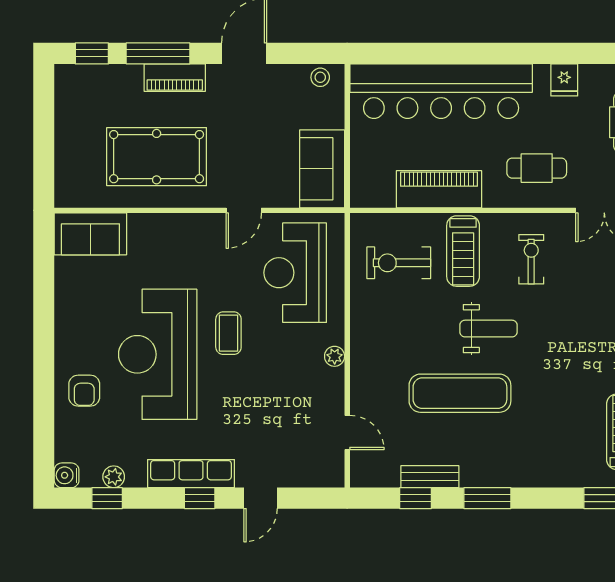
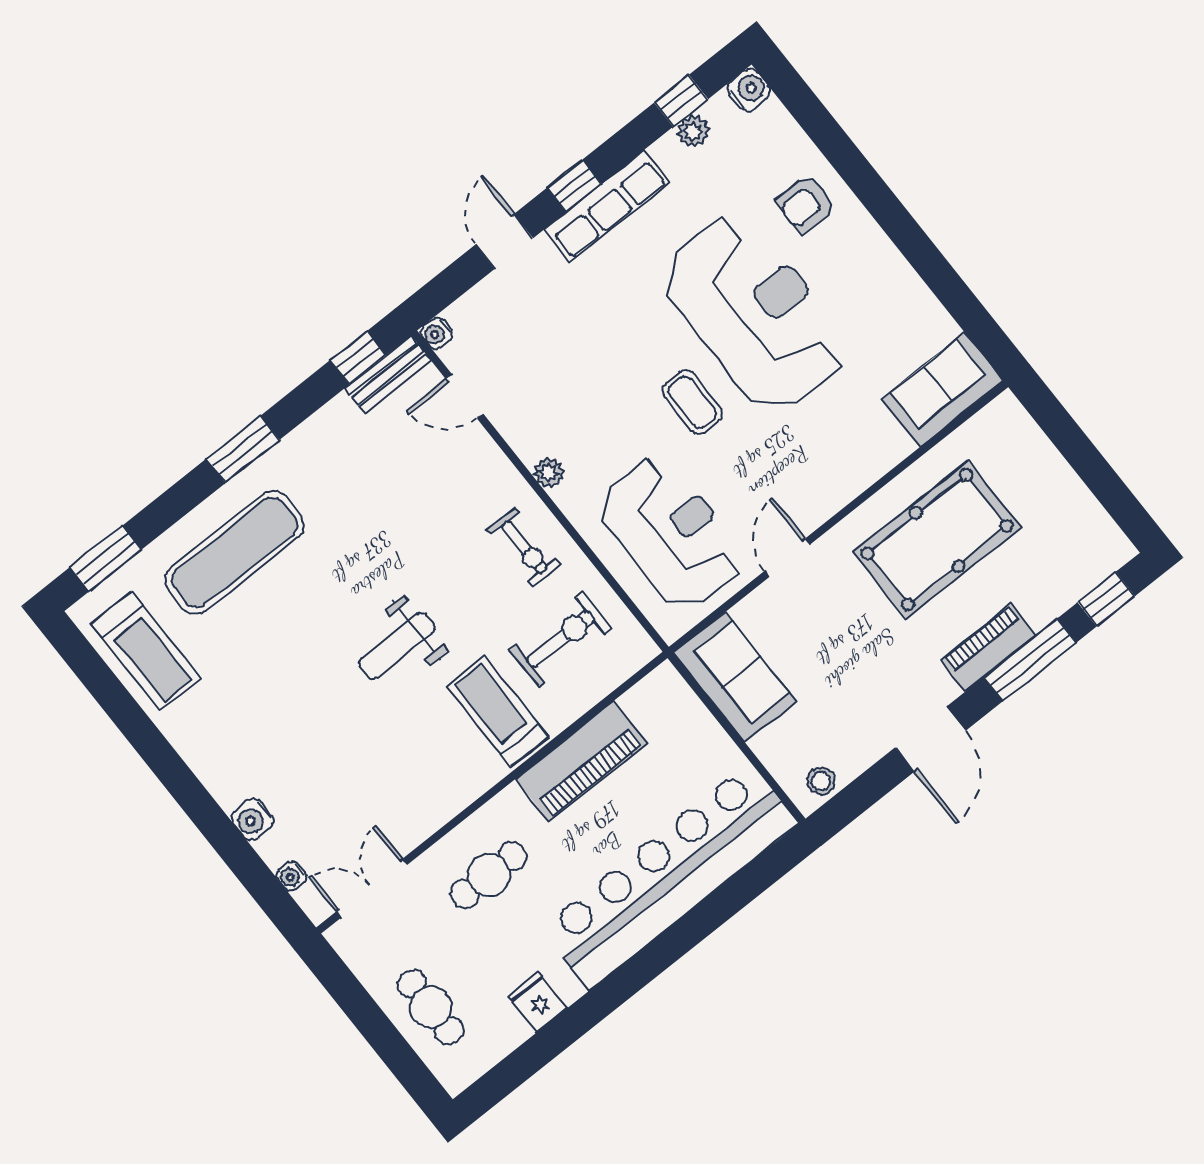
exercise bike: (531, 259) -> (524, 547), moved
armchair: (84, 391) -> (806, 204), turned -90
exercise mat: (460, 393) -> (234, 553), moved
bench: (430, 477) -> (388, 375), moved
water cooler: (335, 478) -> (436, 333), added
window: (416, 498) -> (358, 358), moved

